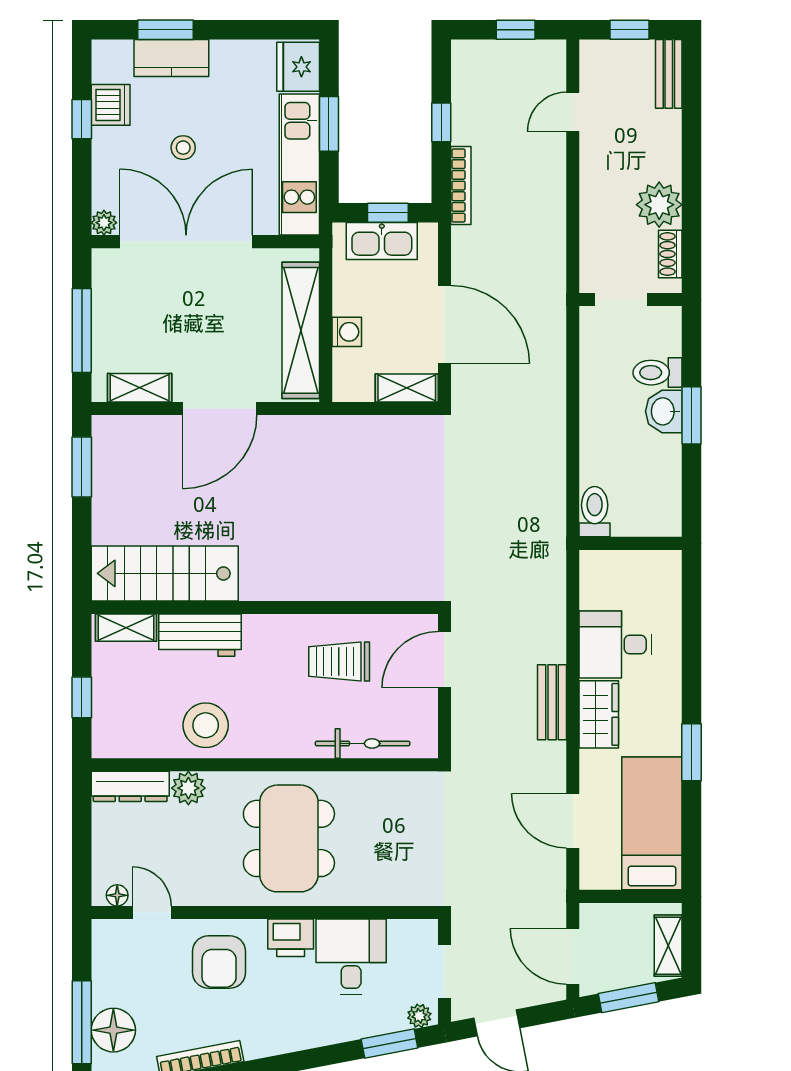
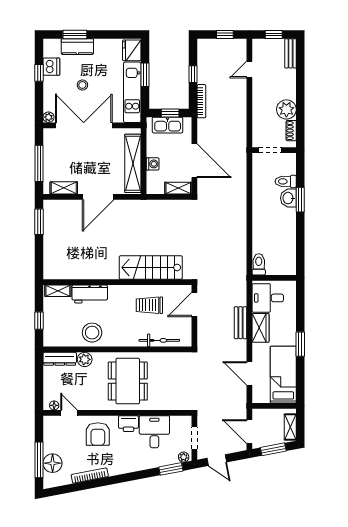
toilet: (595, 512) -> (259, 264), moved
wall: (631, 543) -> (274, 278), moved
stairs: (165, 573) -> (151, 267), moved

